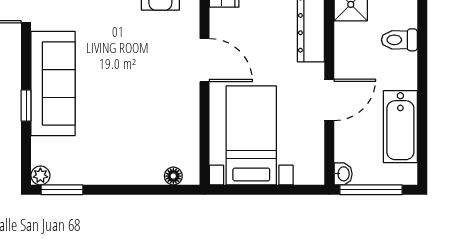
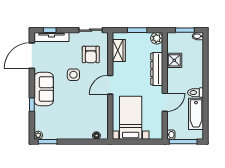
side table: (121, 37) -> (73, 75), added
toilet: (399, 40) -> (196, 93), moved
door: (205, 60) -> (110, 85), swing flipped
sofa: (53, 84) -> (44, 89), width x0.73

